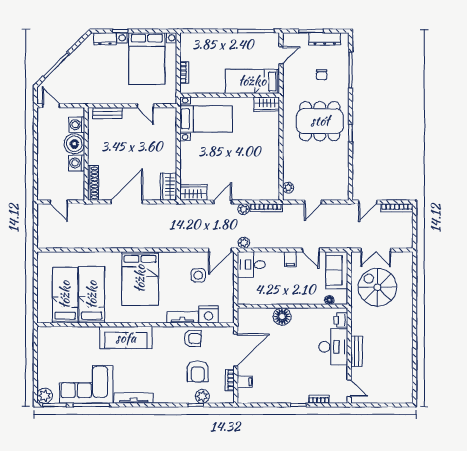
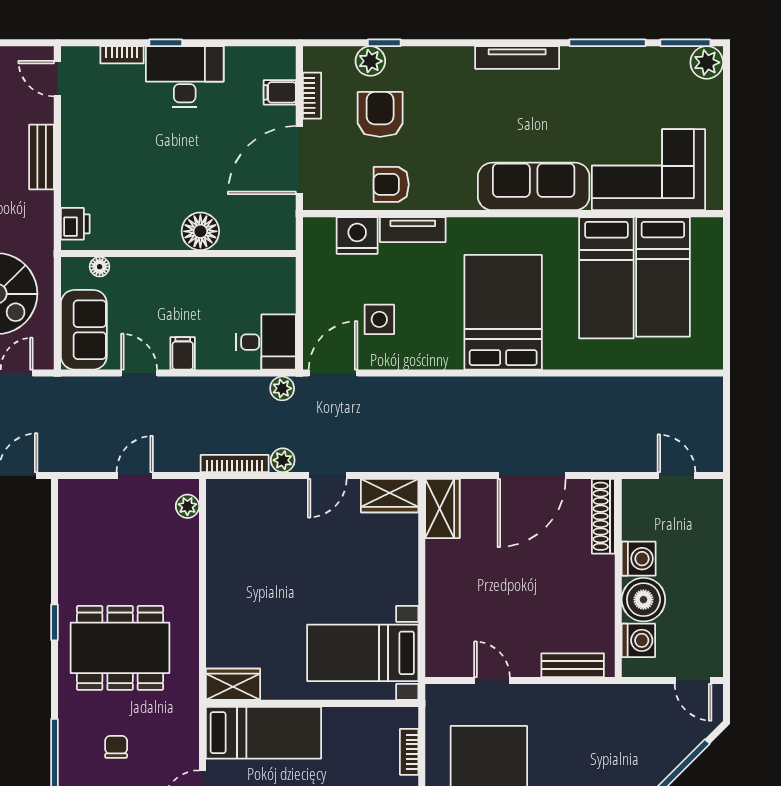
desk: (333, 347) -> (185, 77), moved, turned 90
corner sofa: (86, 384) -> (648, 170), moved, turned 180

